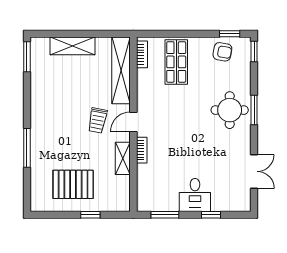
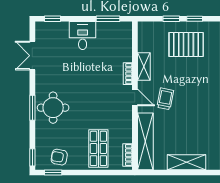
door: (133, 122) -> (135, 98), hinge flipped
window: (63, 215) -> (195, 19), added
window: (211, 215) -> (53, 19), moved

